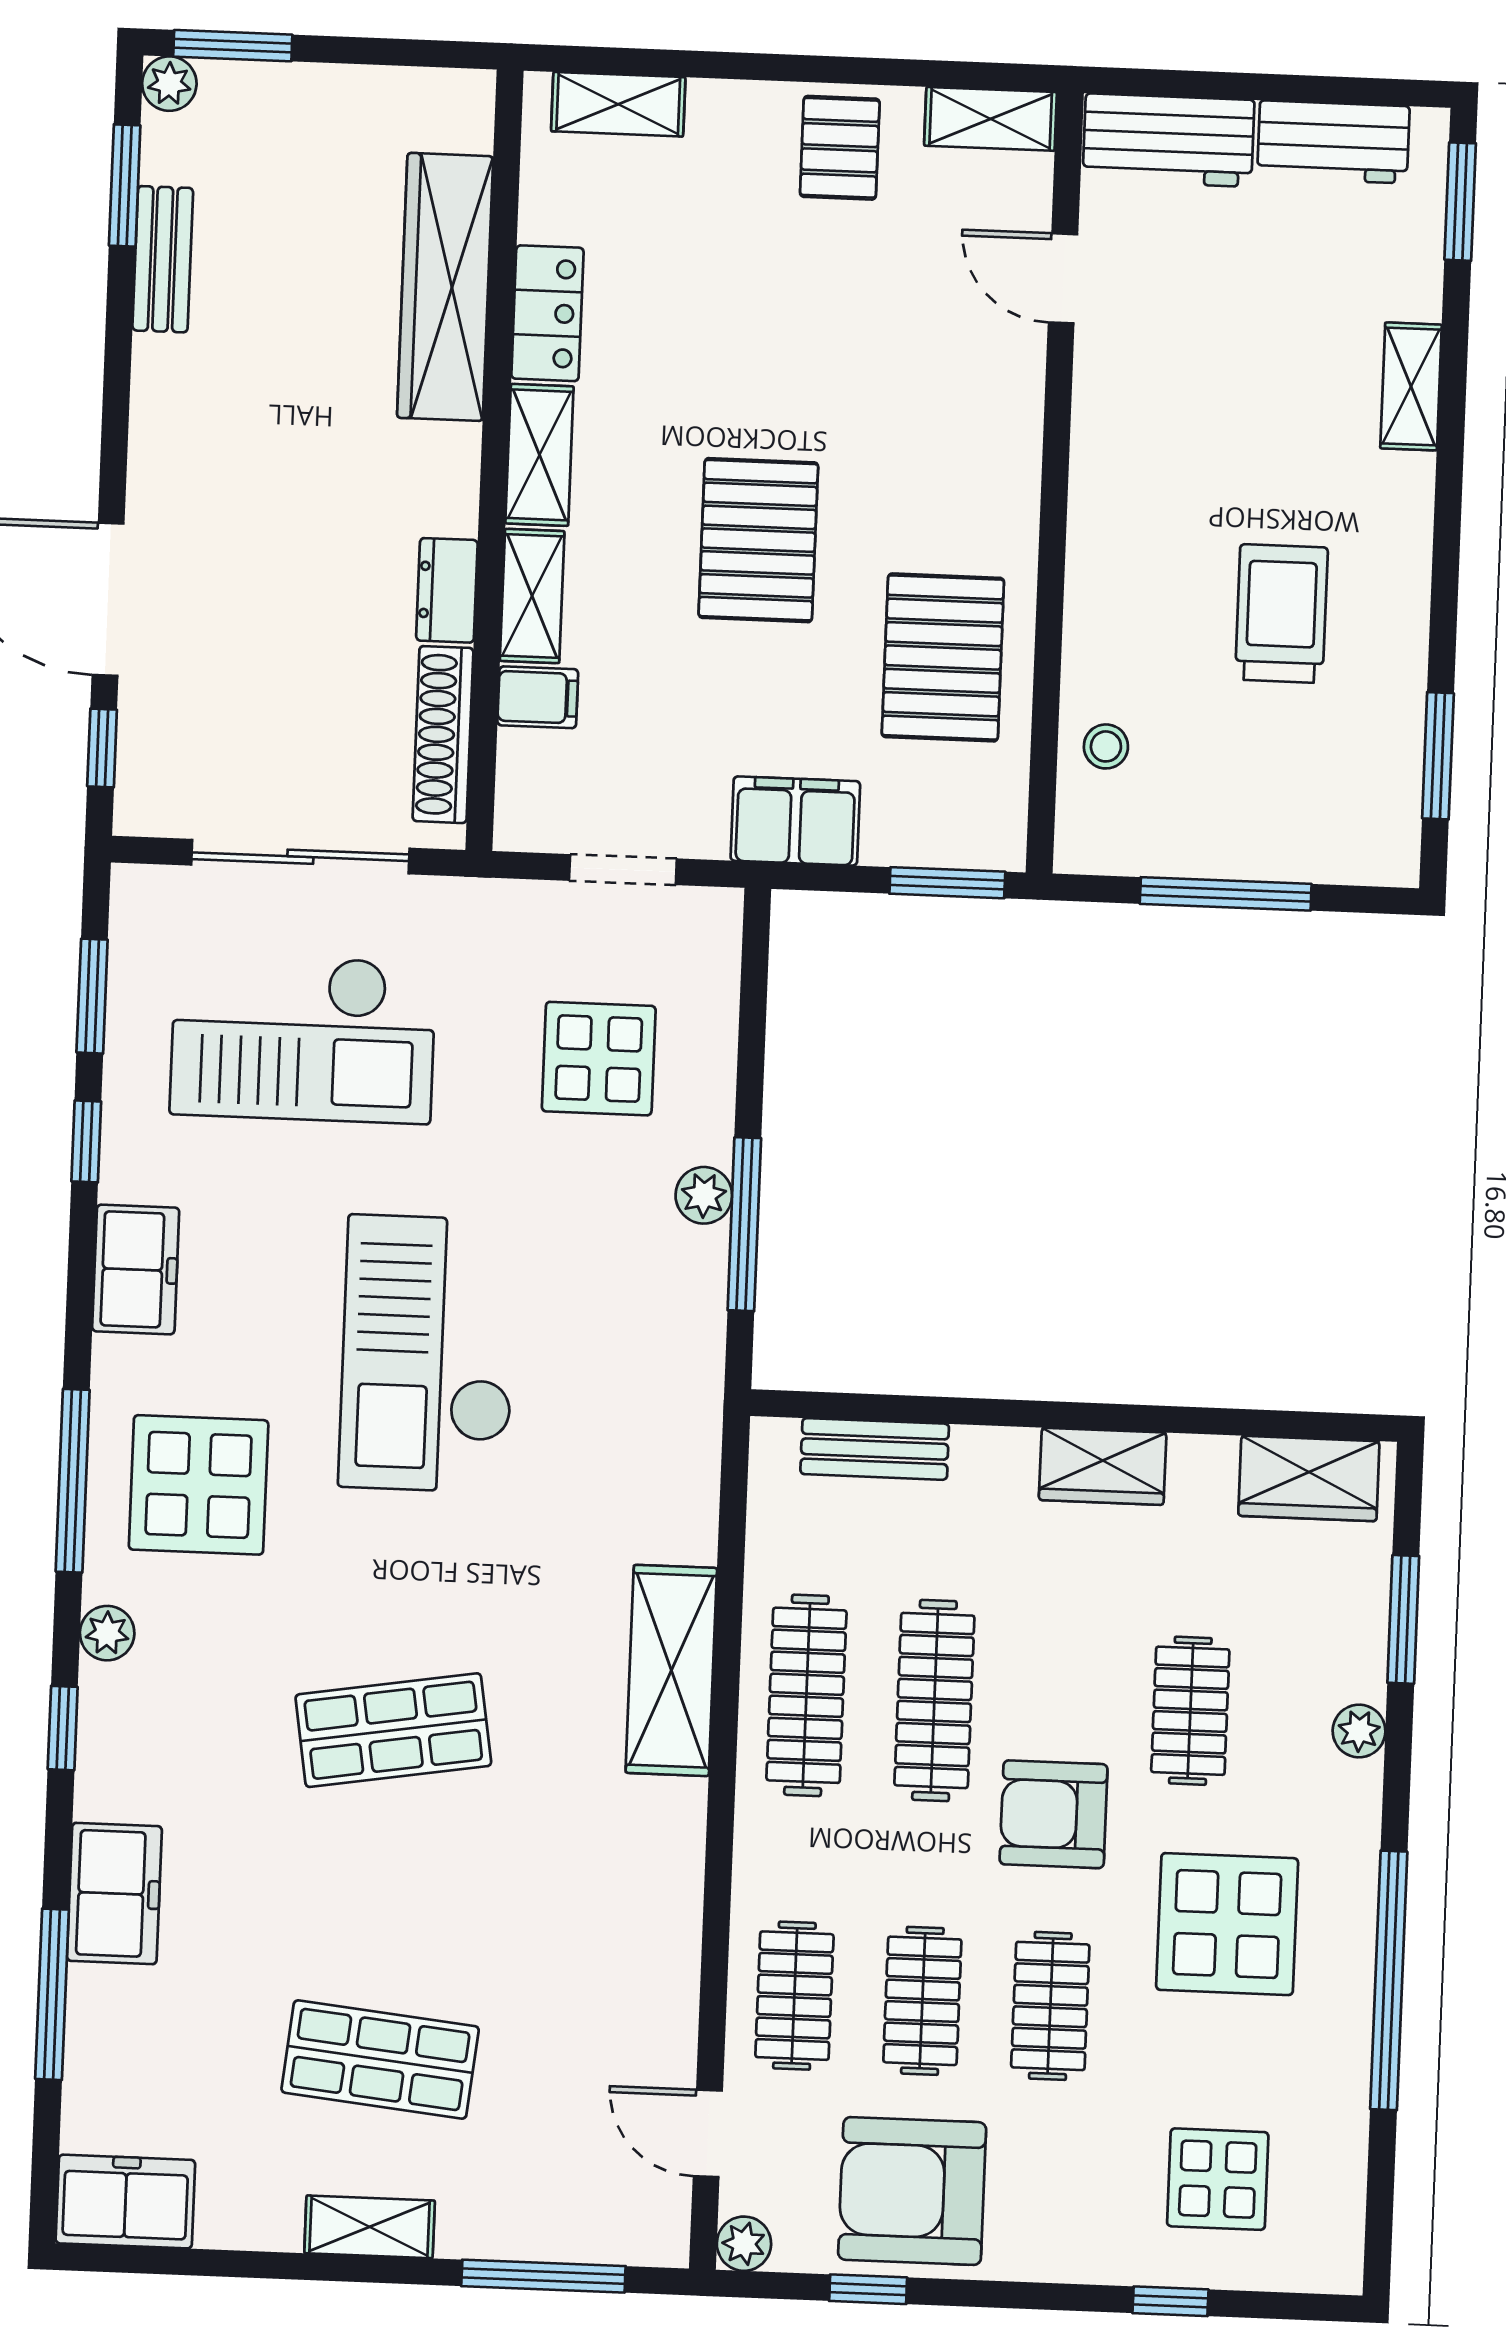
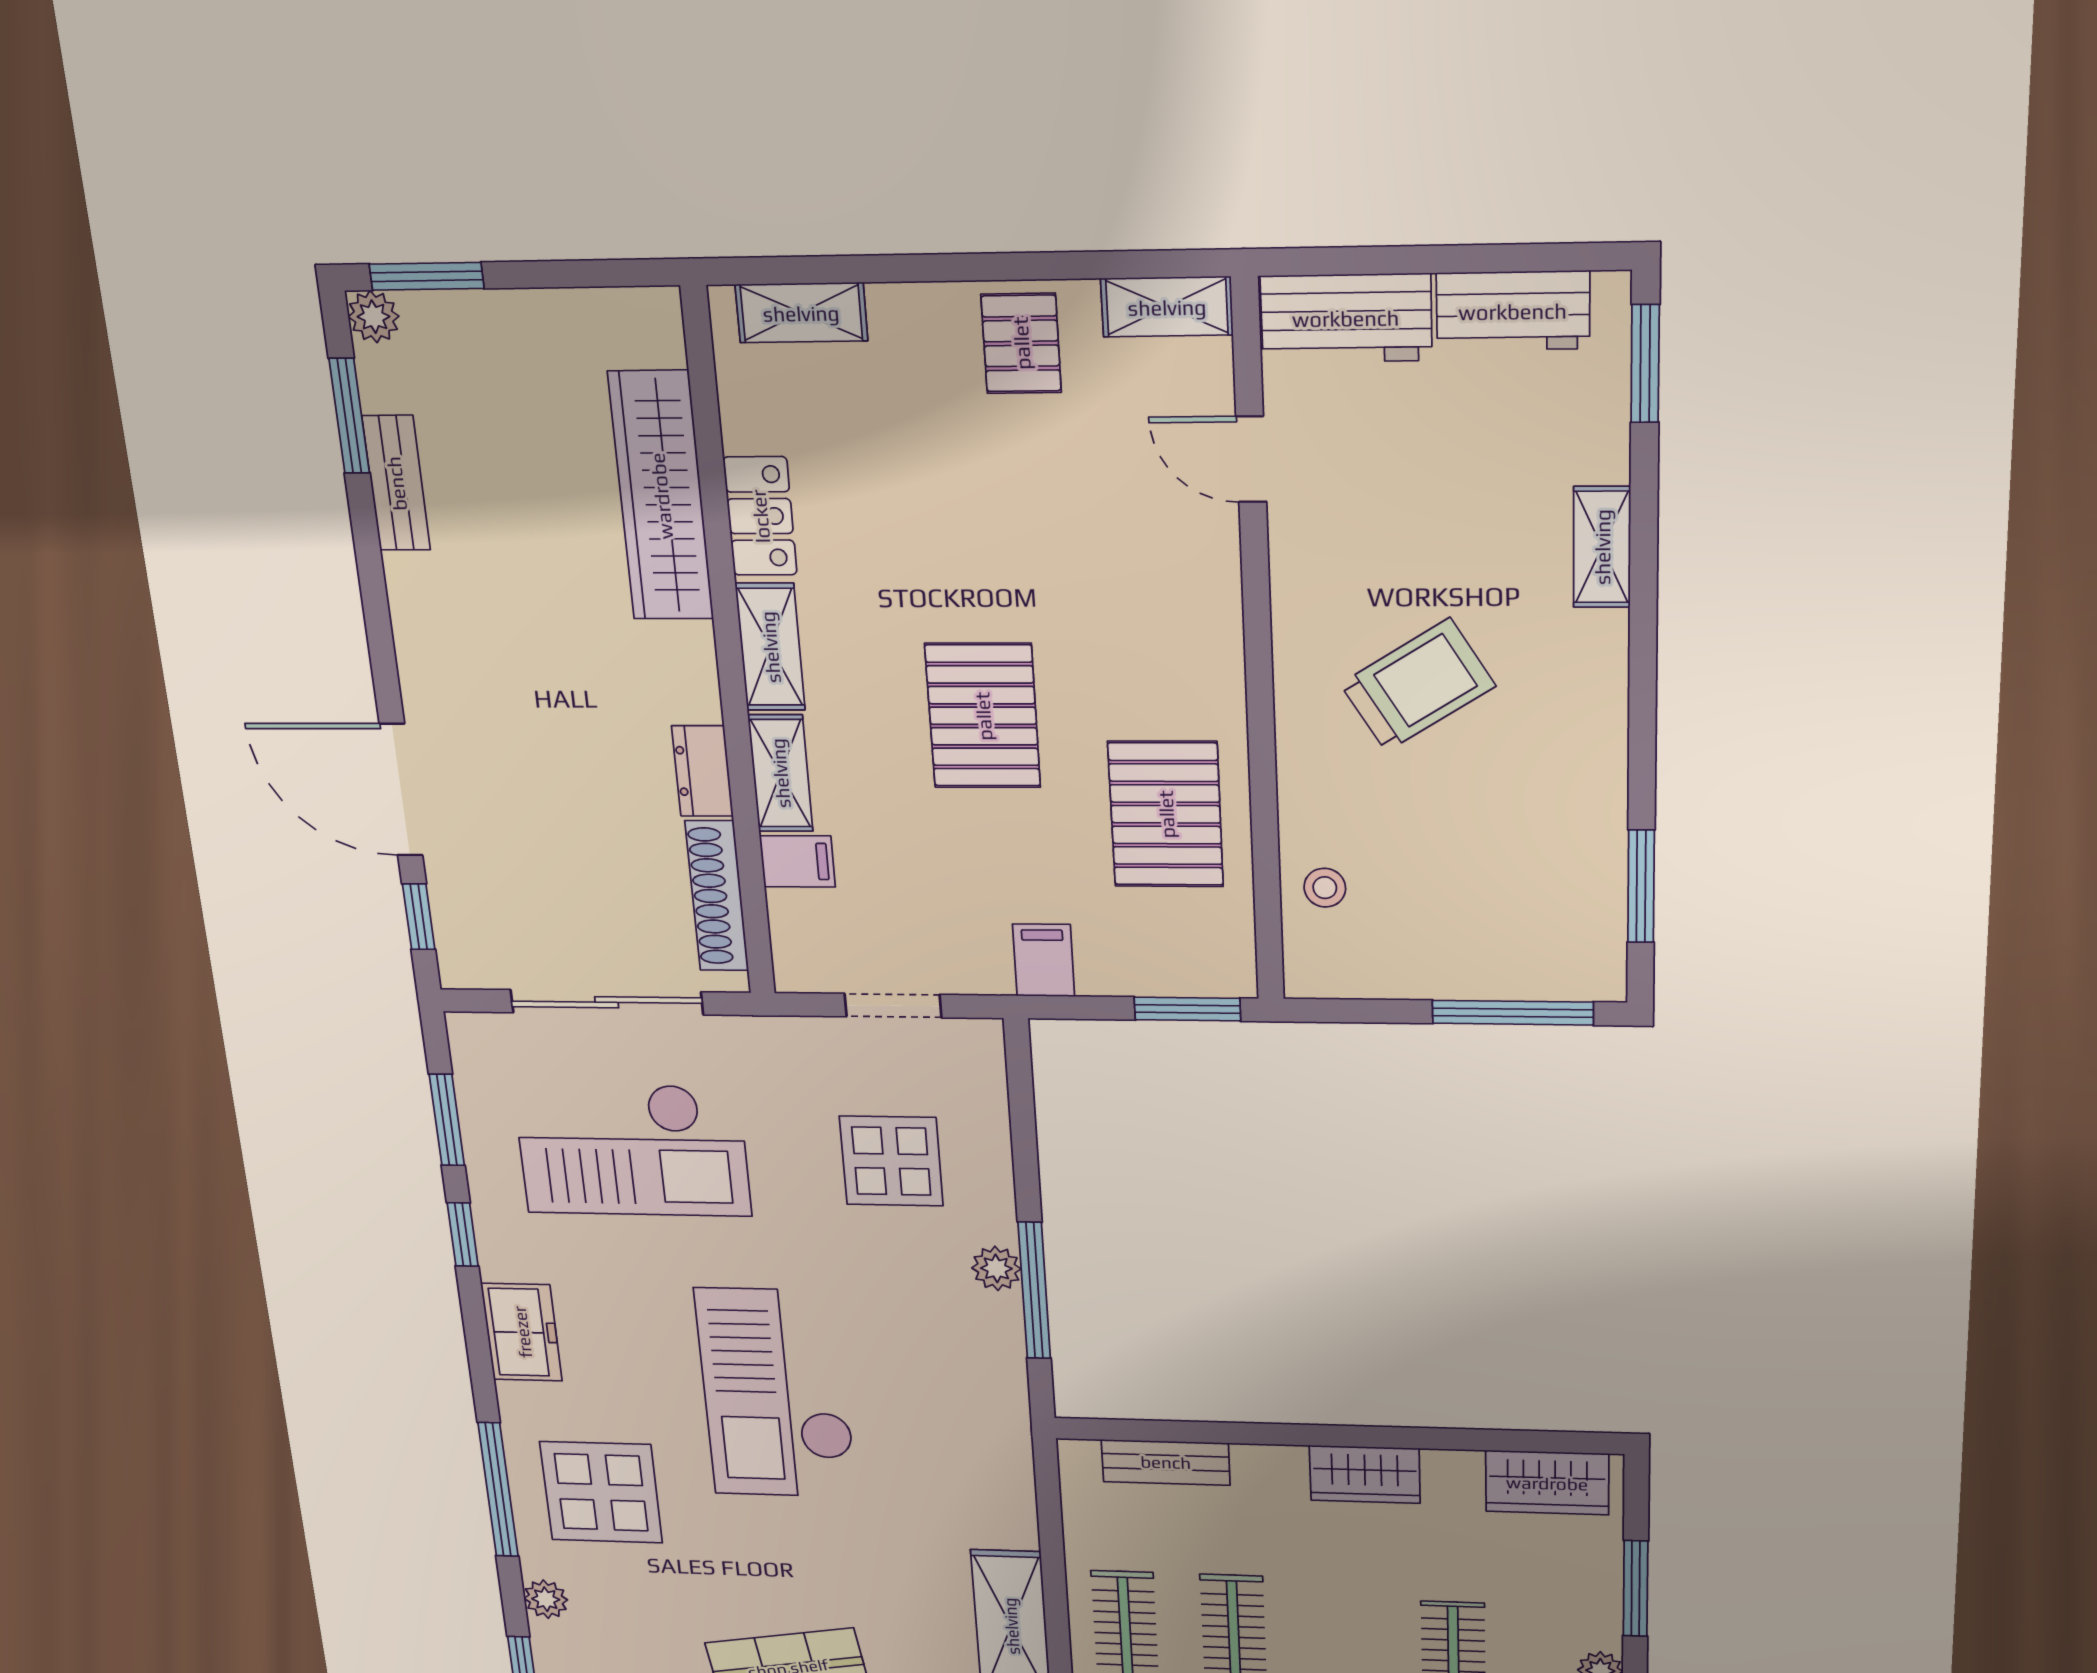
trolley: (1281, 614) -> (1418, 685), moved, turned 58
filing cabinet: (795, 821) -> (1044, 960), width x0.50
window: (1226, 894) -> (1513, 1013), moved

